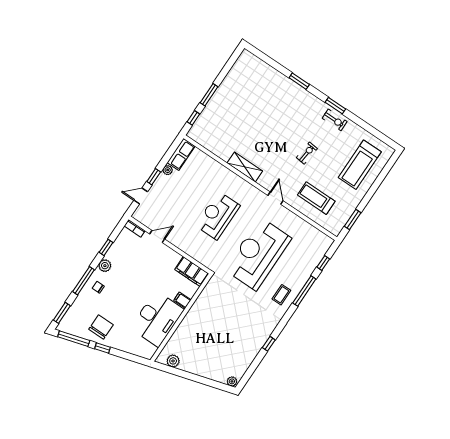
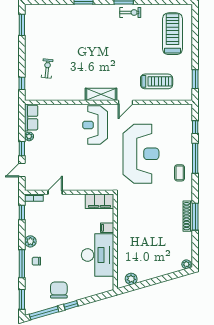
window: (209, 95) -> (22, 25), moved
exercise bike: (307, 153) -> (47, 69), moved
treadmill: (360, 165) -> (173, 34), turned 180
shelving: (245, 167) -> (101, 94), moved
door: (276, 198) -> (126, 102), swing flipped
treadmill: (316, 198) -> (157, 81), turned 180
reception desk: (218, 216) -> (95, 125), moved
window: (106, 247) -> (22, 213), moved
reception desk: (258, 254) -> (141, 154), turned 180
shoe rack: (262, 339) -> (188, 216), added
window: (269, 344) -> (195, 217), width x2.17

